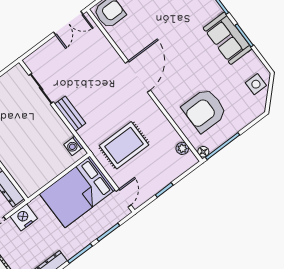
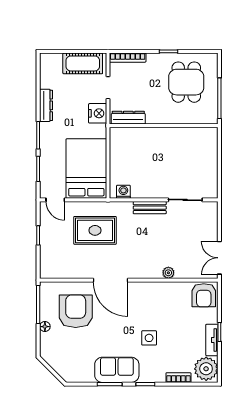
door: (138, 77) -> (110, 280), moved
side table: (256, 84) -> (149, 338), moved
rug: (124, 145) -> (95, 230), turned 90
plant: (182, 148) -> (168, 273), moved
floor lamp: (203, 152) -> (45, 327), moved

